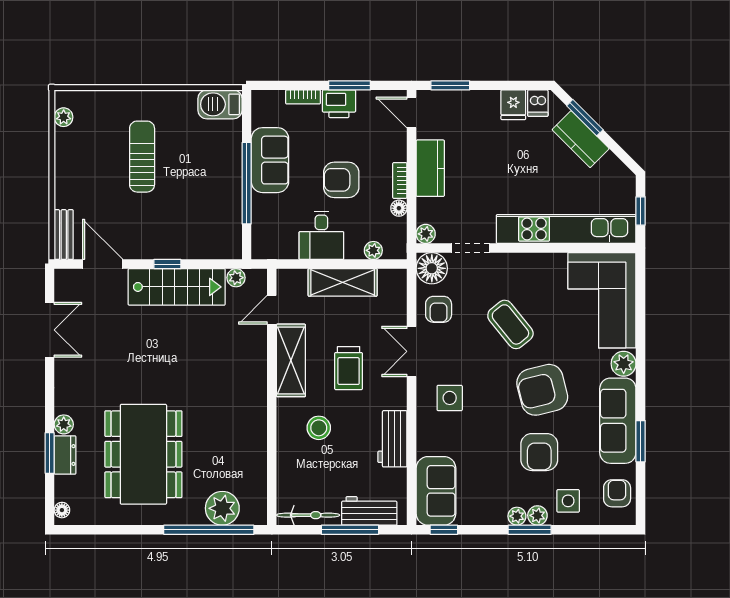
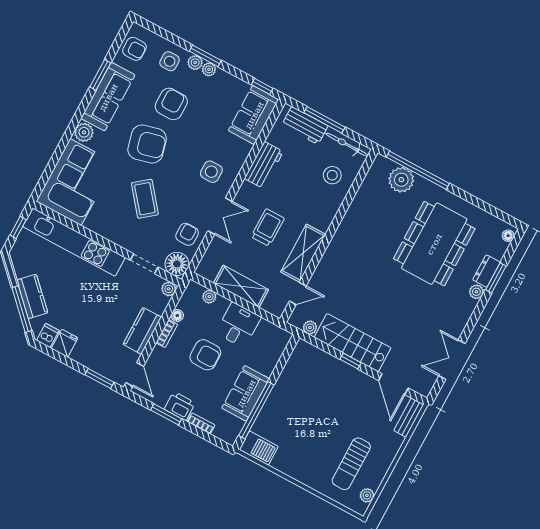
window: (585, 118) -> (22, 309), width x1.44
sun lounger: (142, 157) -> (351, 464), moved
window: (247, 183) -> (256, 410), moved
stool: (319, 428) -> (332, 175), moved
armchair: (617, 493) -> (134, 49), turned -90

